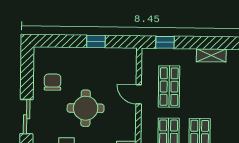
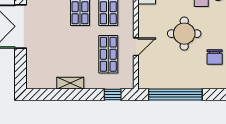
window: (96, 41) -> (175, 95), width x3.17
door: (139, 94) -> (136, 47), hinge flipped

